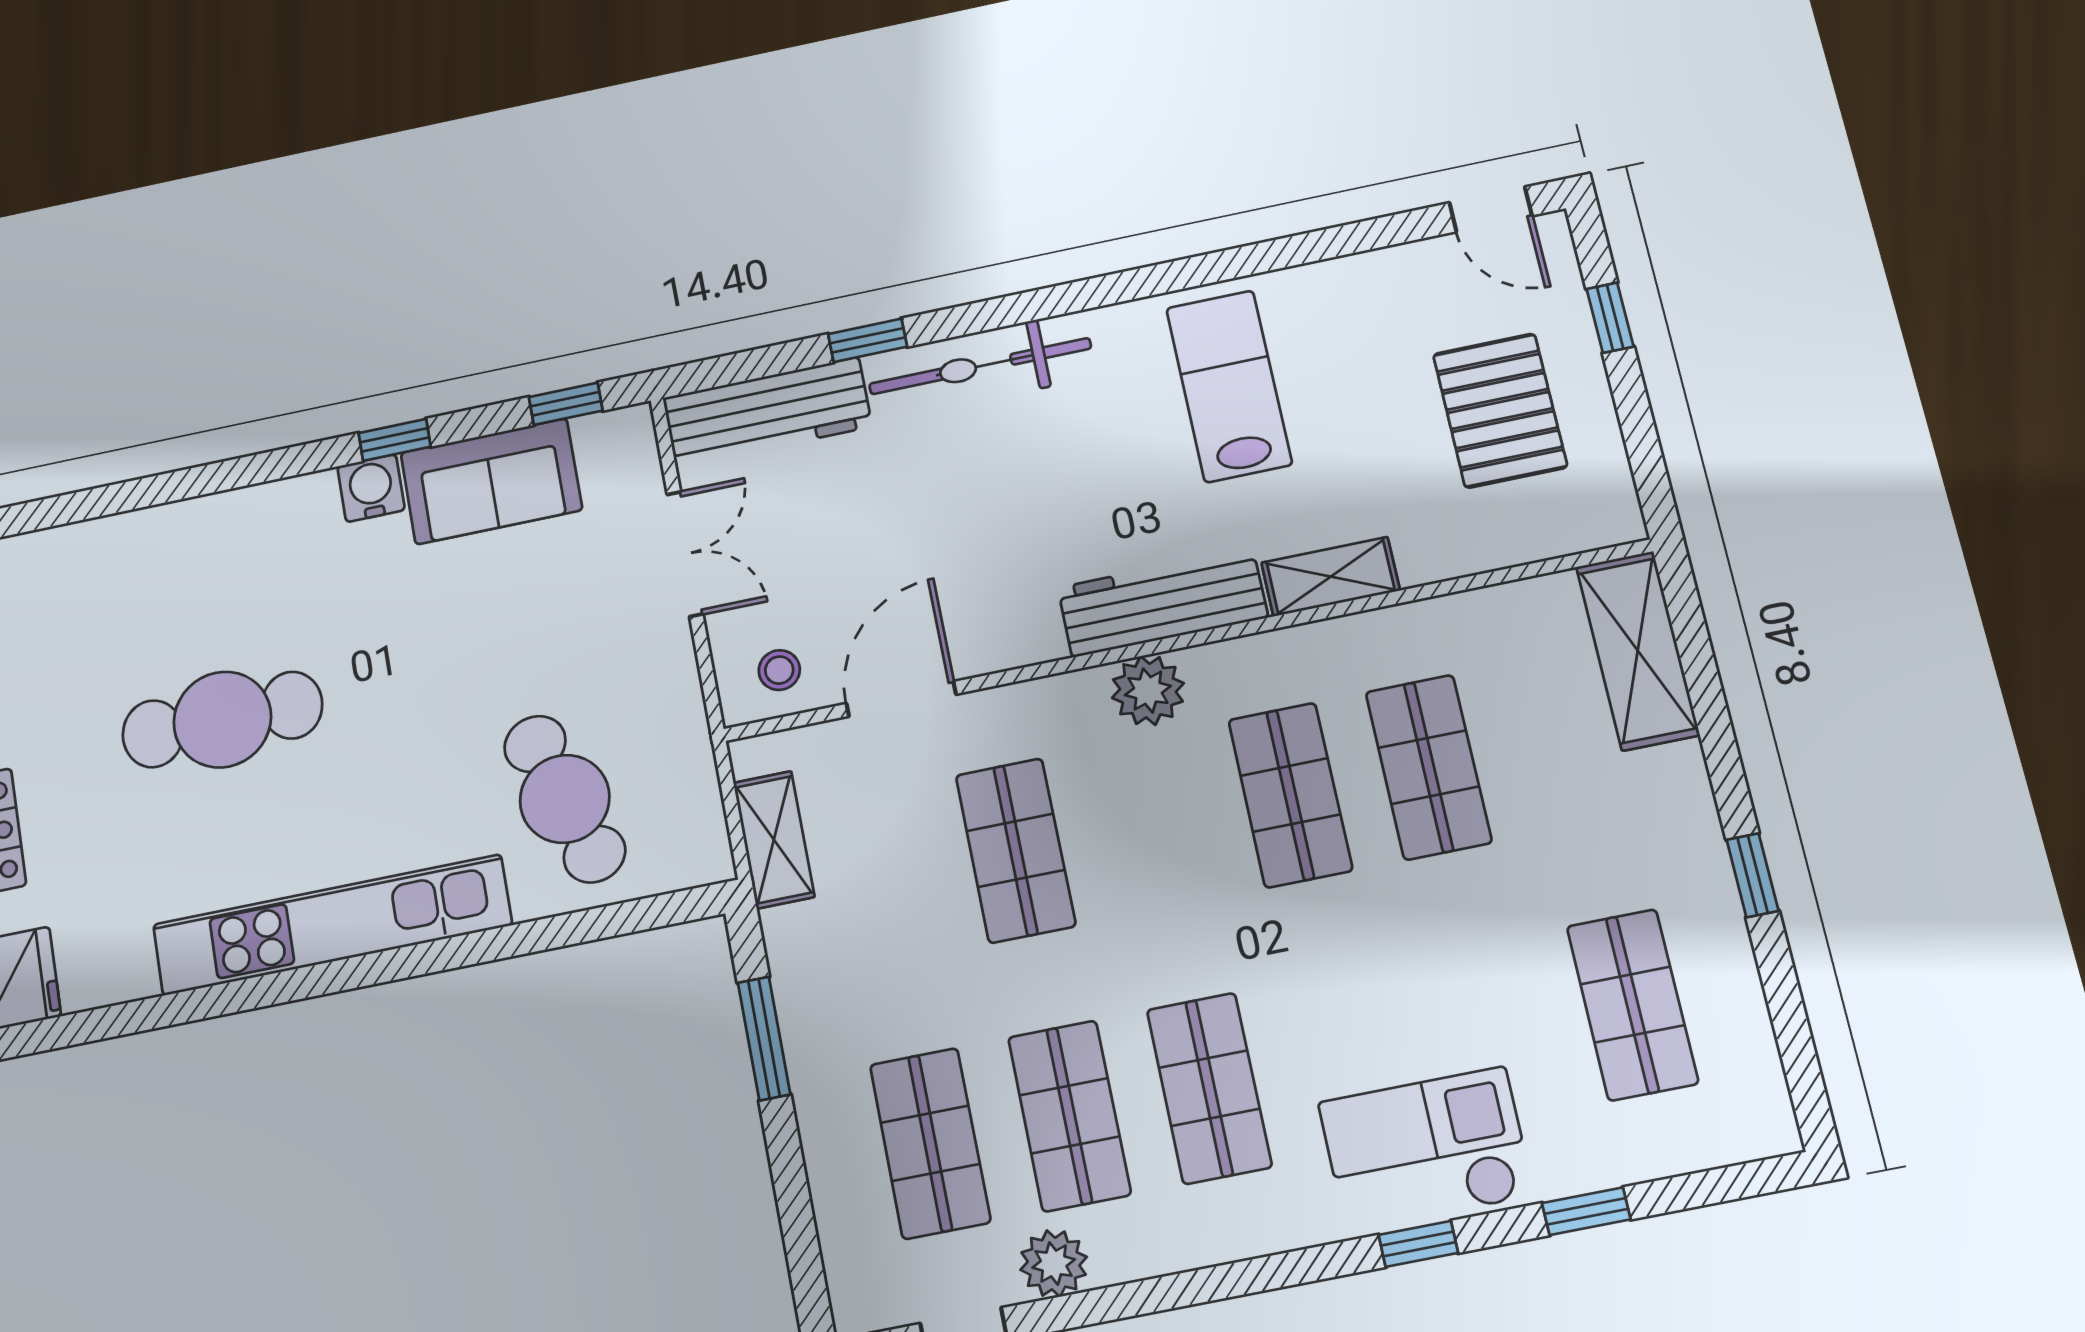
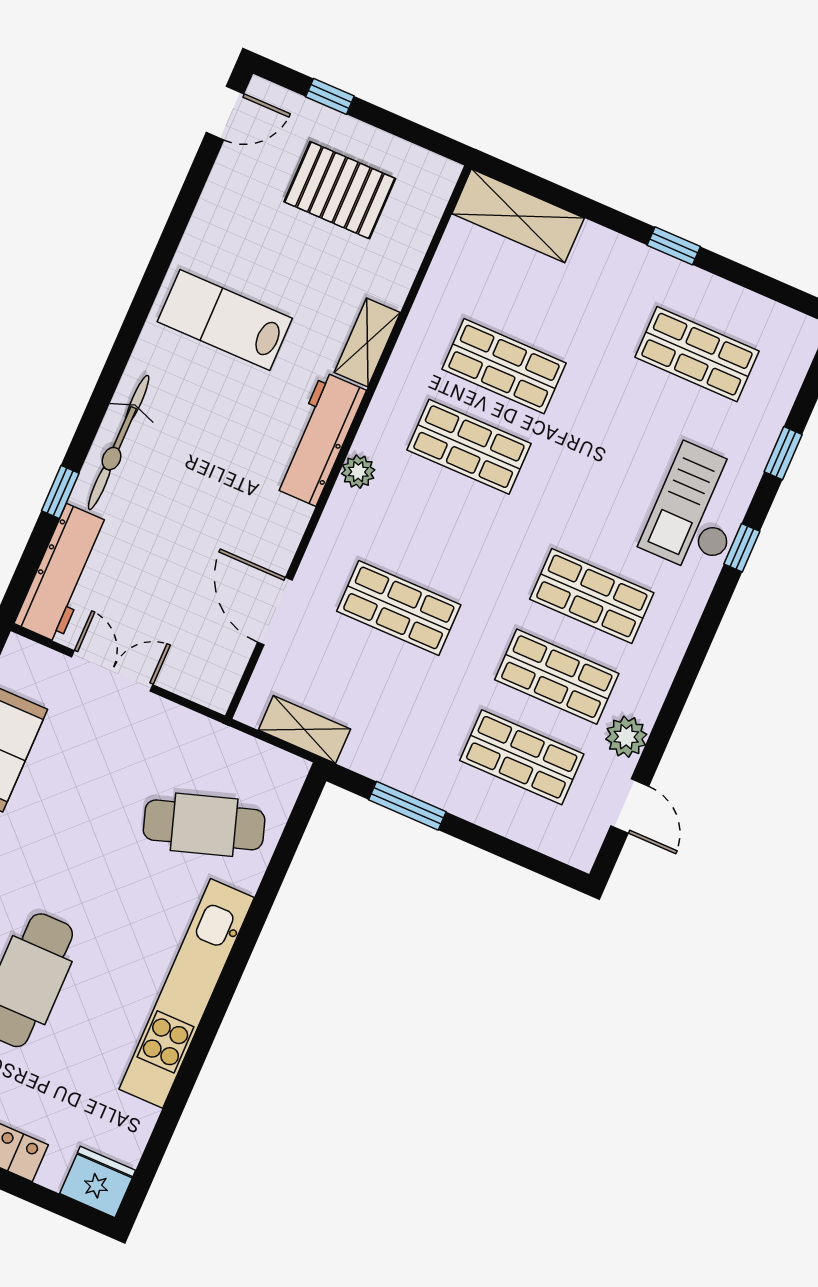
stool: (779, 670) -> (213, 664), removed
plant: (1148, 691) -> (358, 472), width x0.73, depth x0.73

